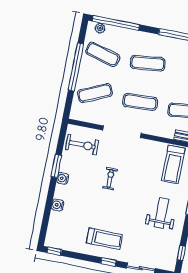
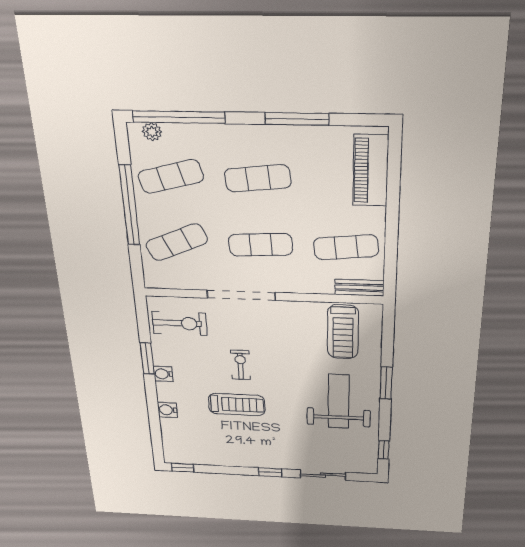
exercise mat: (103, 54) -> (171, 177), turned -30
weight bench: (161, 213) -> (339, 401), width x1.36, depth x1.33
treadmill: (104, 239) -> (237, 405), moved

